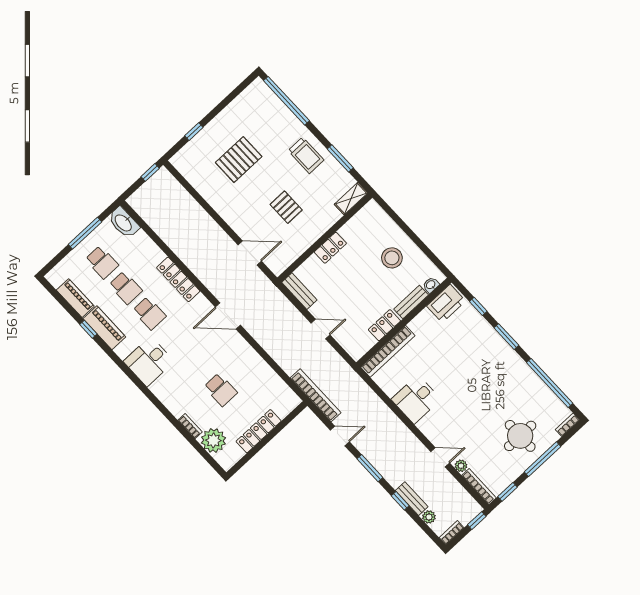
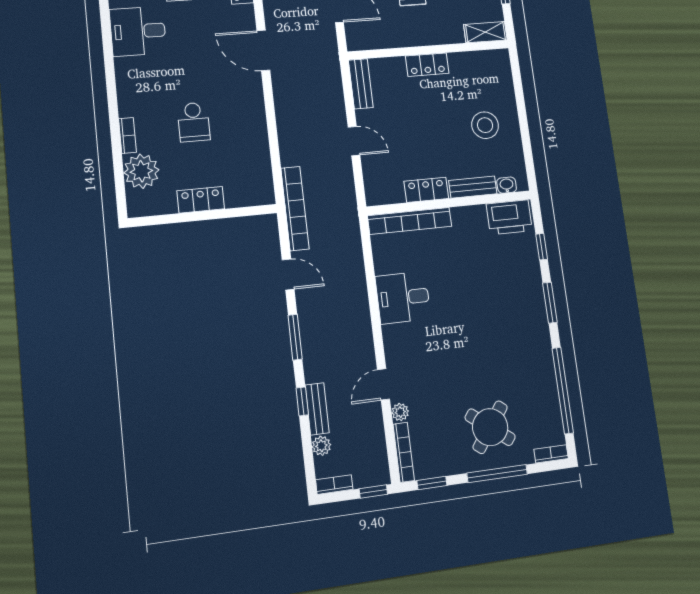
locker: (259, 431) -> (201, 200), width x0.66
round table: (520, 436) -> (490, 427), turned 37
door: (440, 457) -> (384, 384), swing flipped

